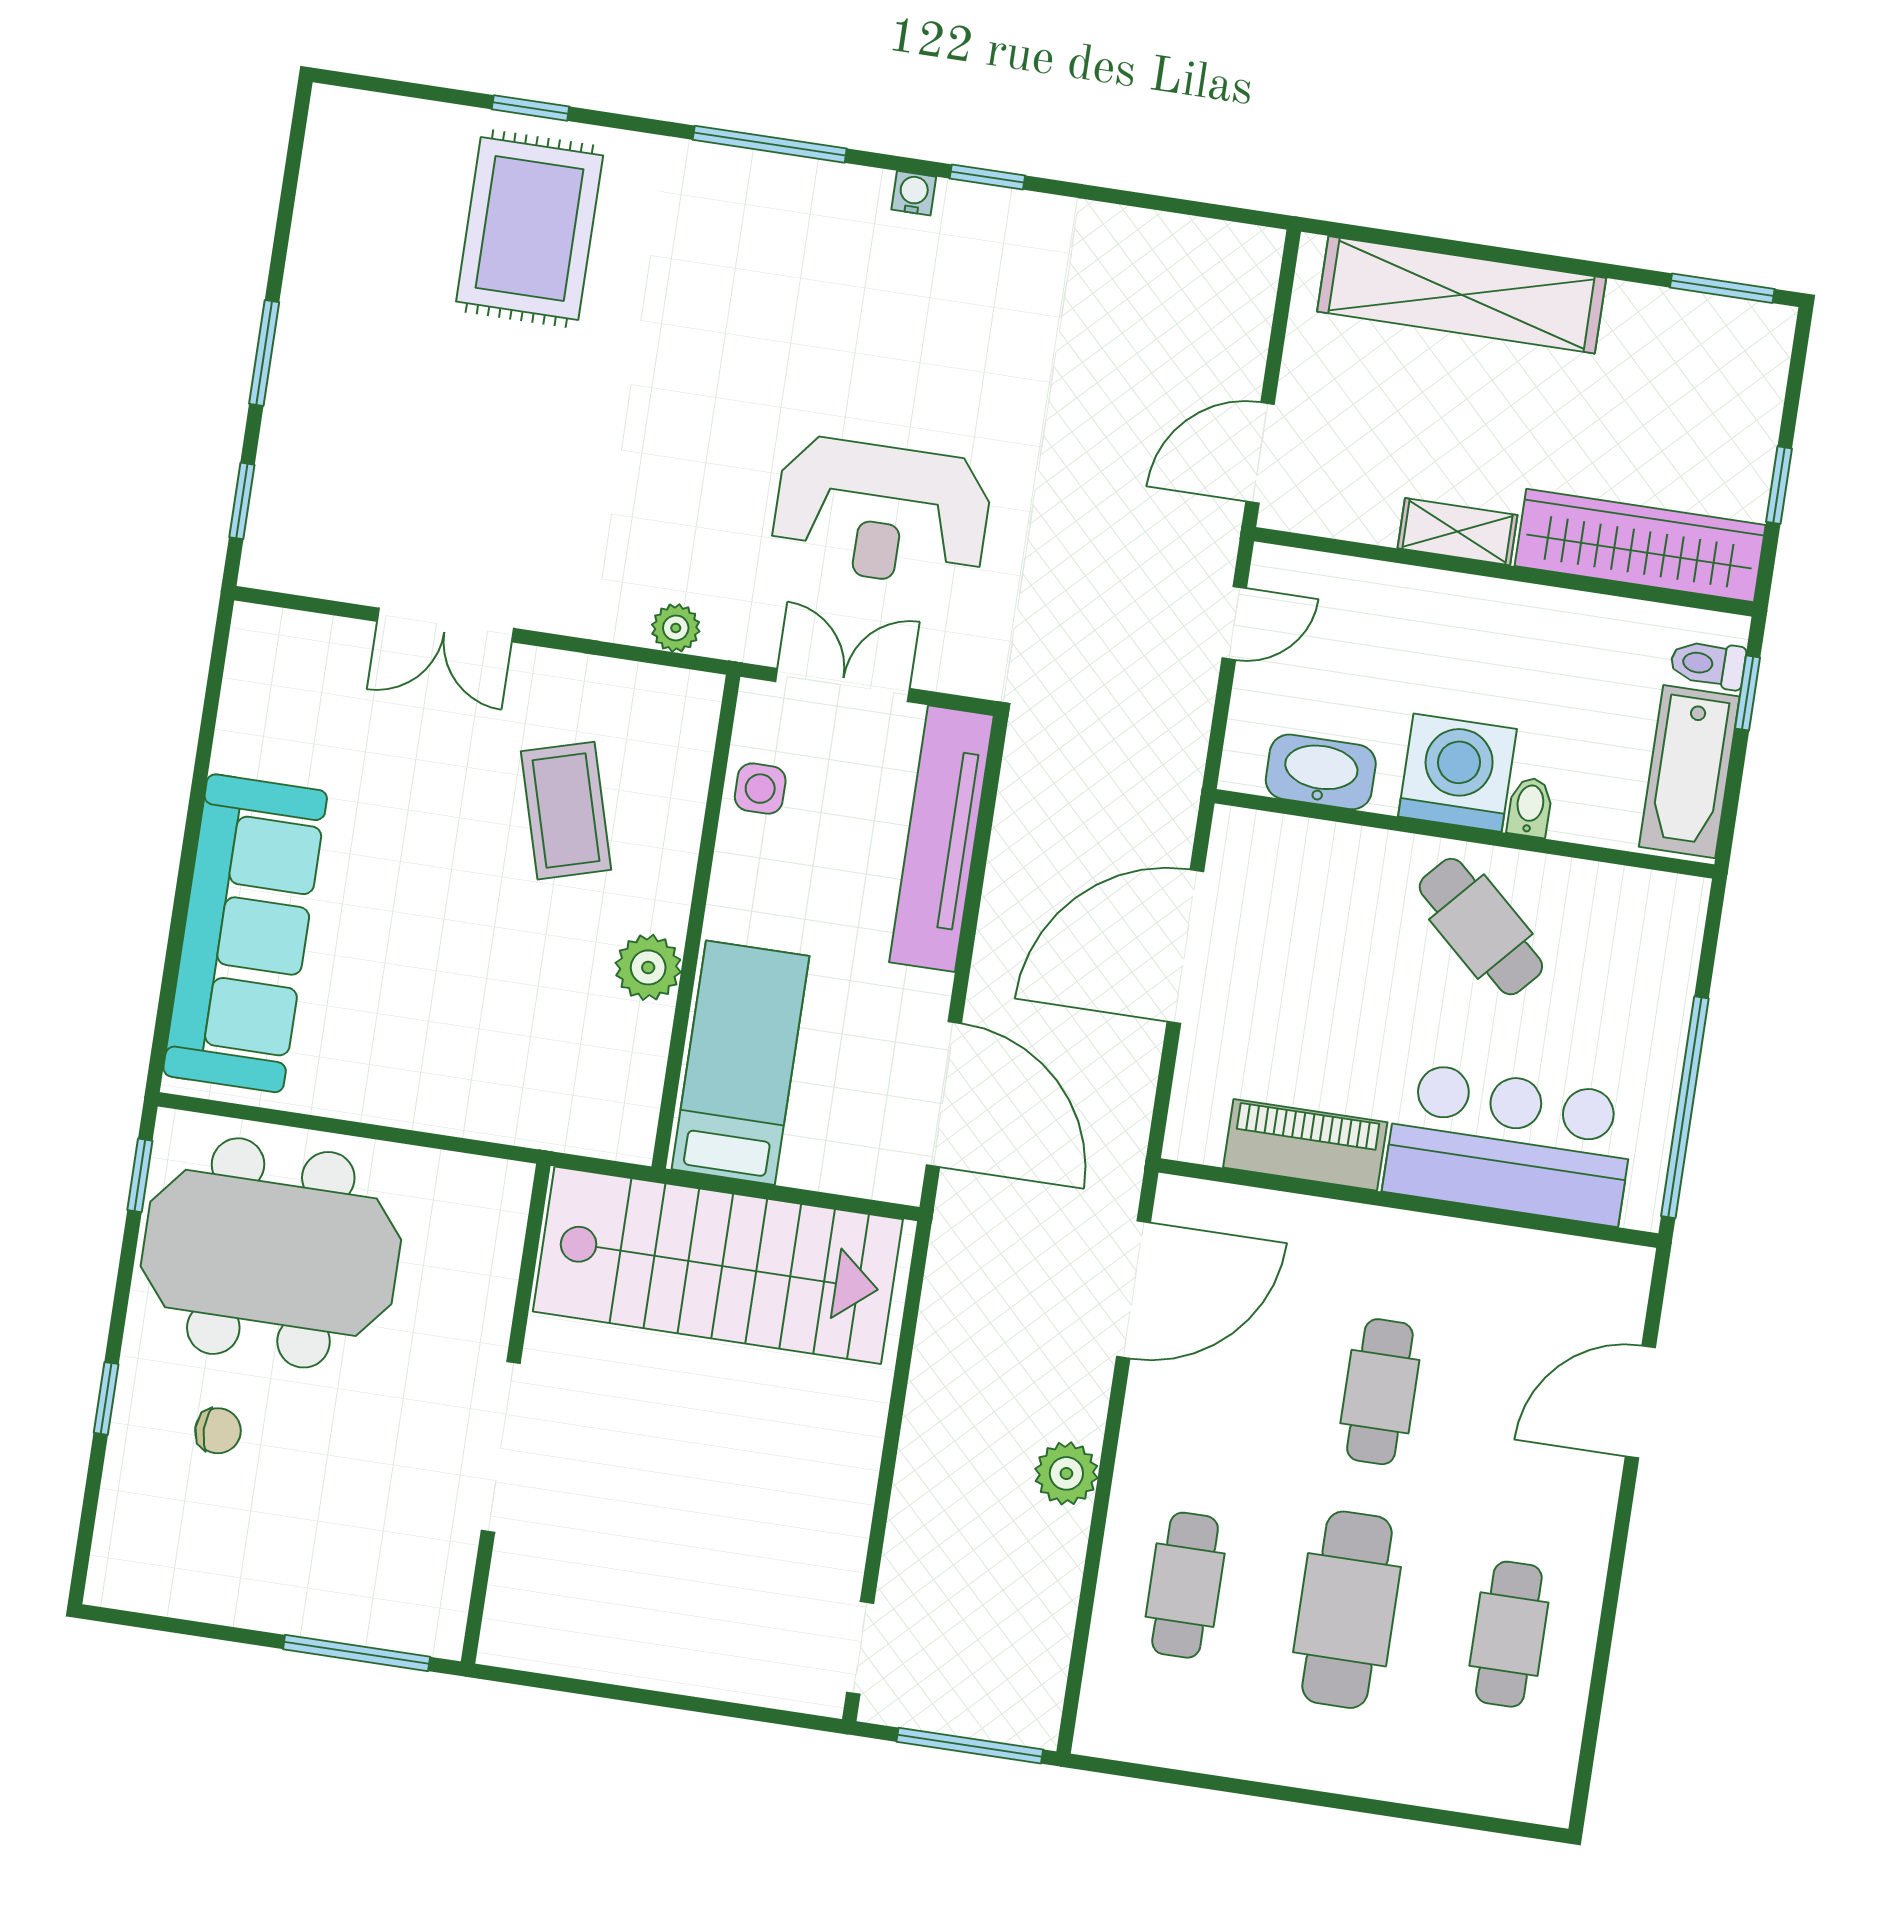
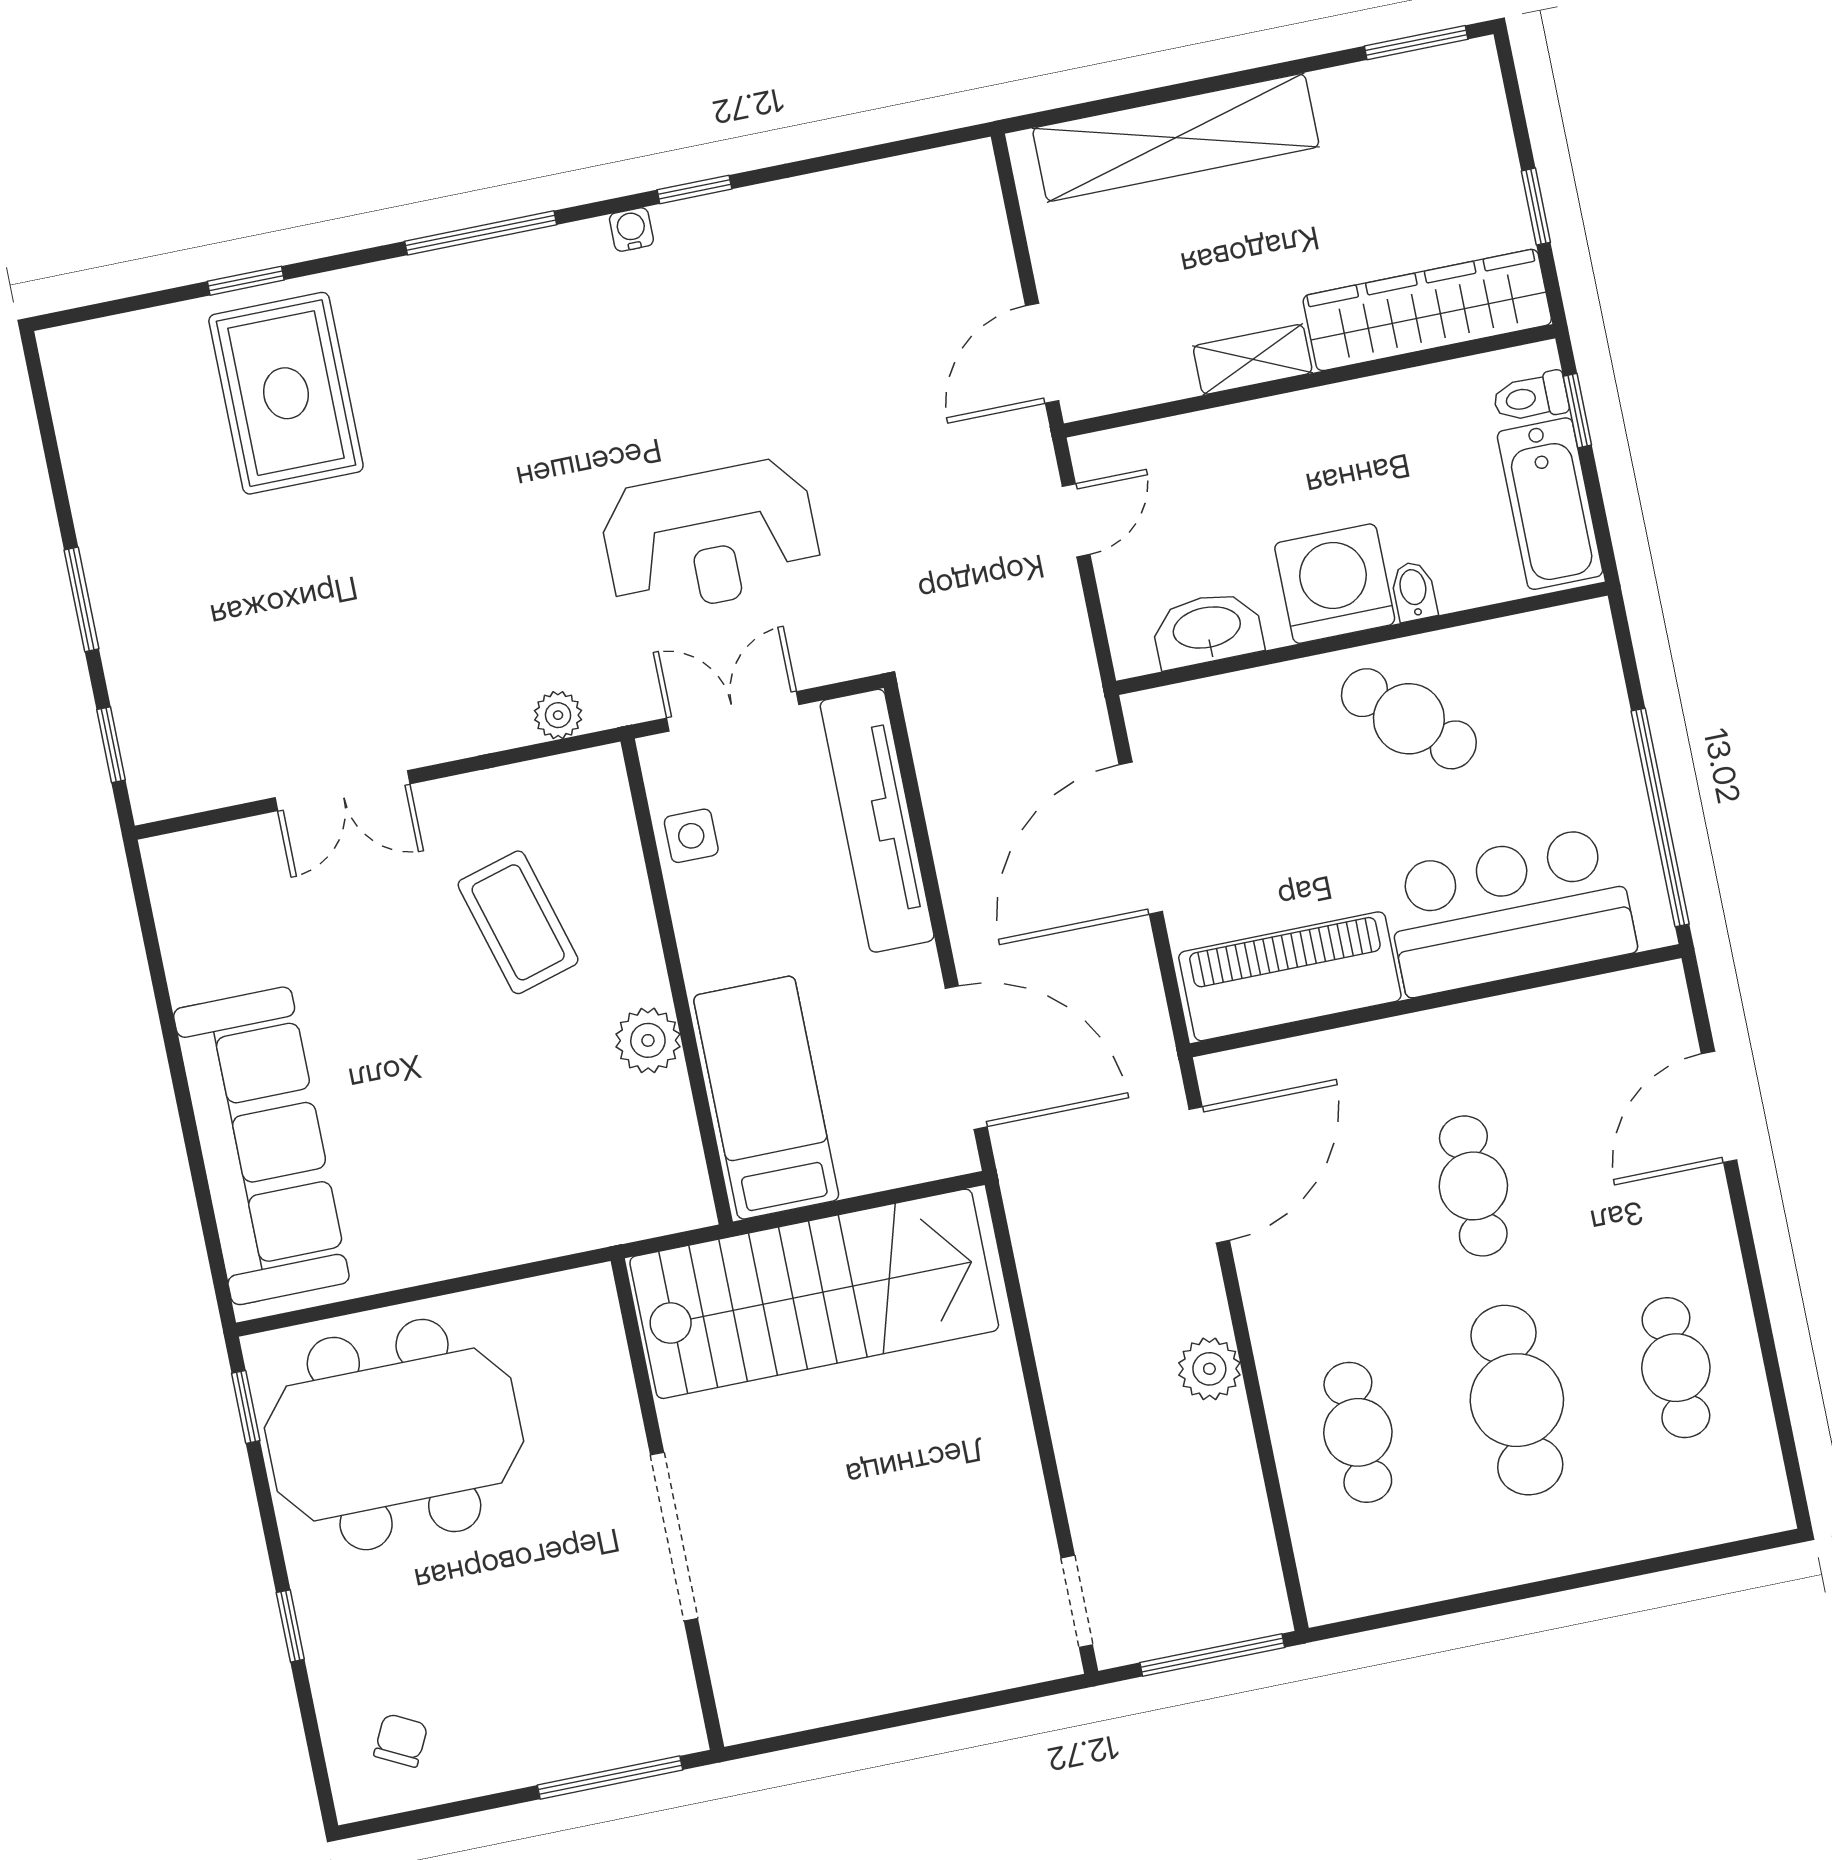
piano: (1305, 1145) -> (1290, 976), width x1.37, depth x1.33
chair: (218, 1431) -> (401, 1740), moved, turned -63

